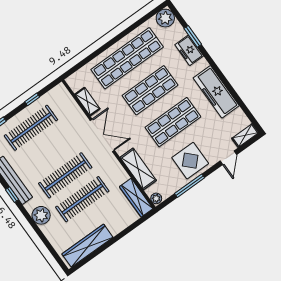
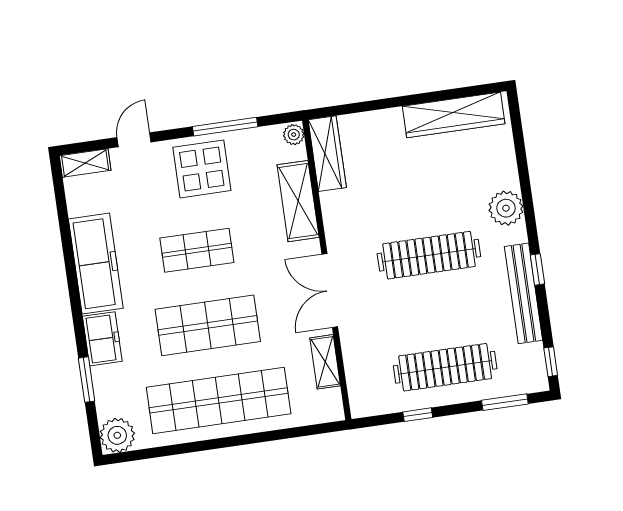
freezer: (189, 50) -> (102, 339), moved
shop shelf: (173, 122) -> (197, 250), width x0.70, depth x0.74
clothes rail: (82, 199) -> (421, 199), removed

